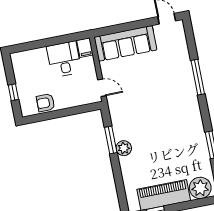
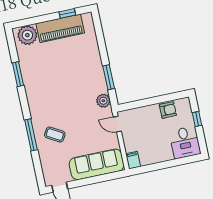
desk: (64, 59) -> (185, 142), moved
coffee table: (171, 77) -> (55, 135), added
plant: (124, 148) -> (103, 101), moved

